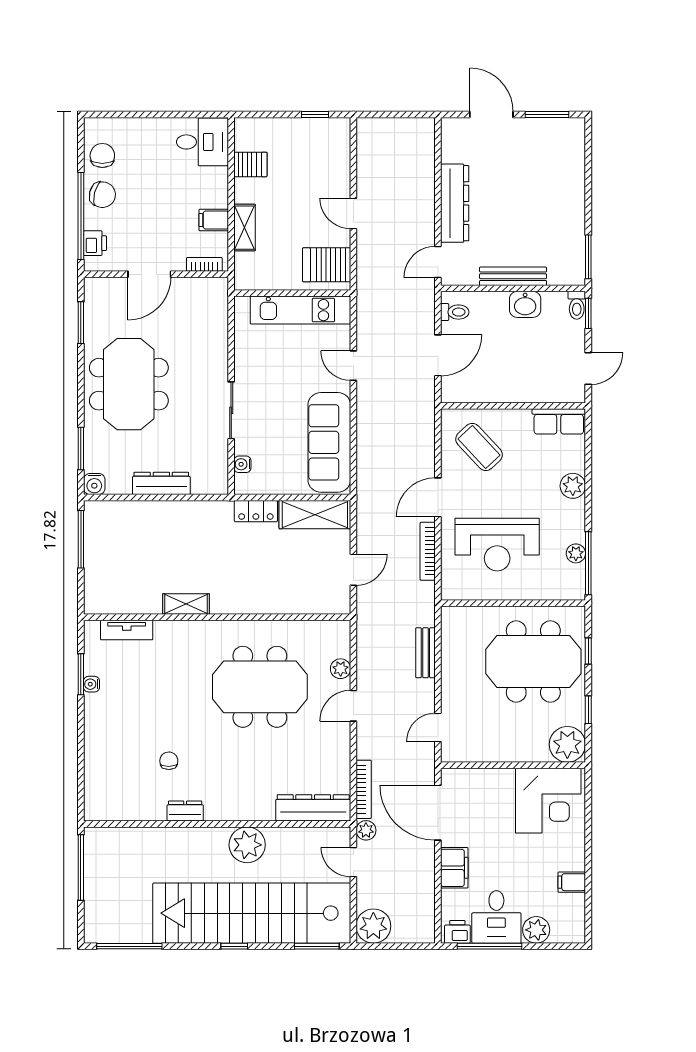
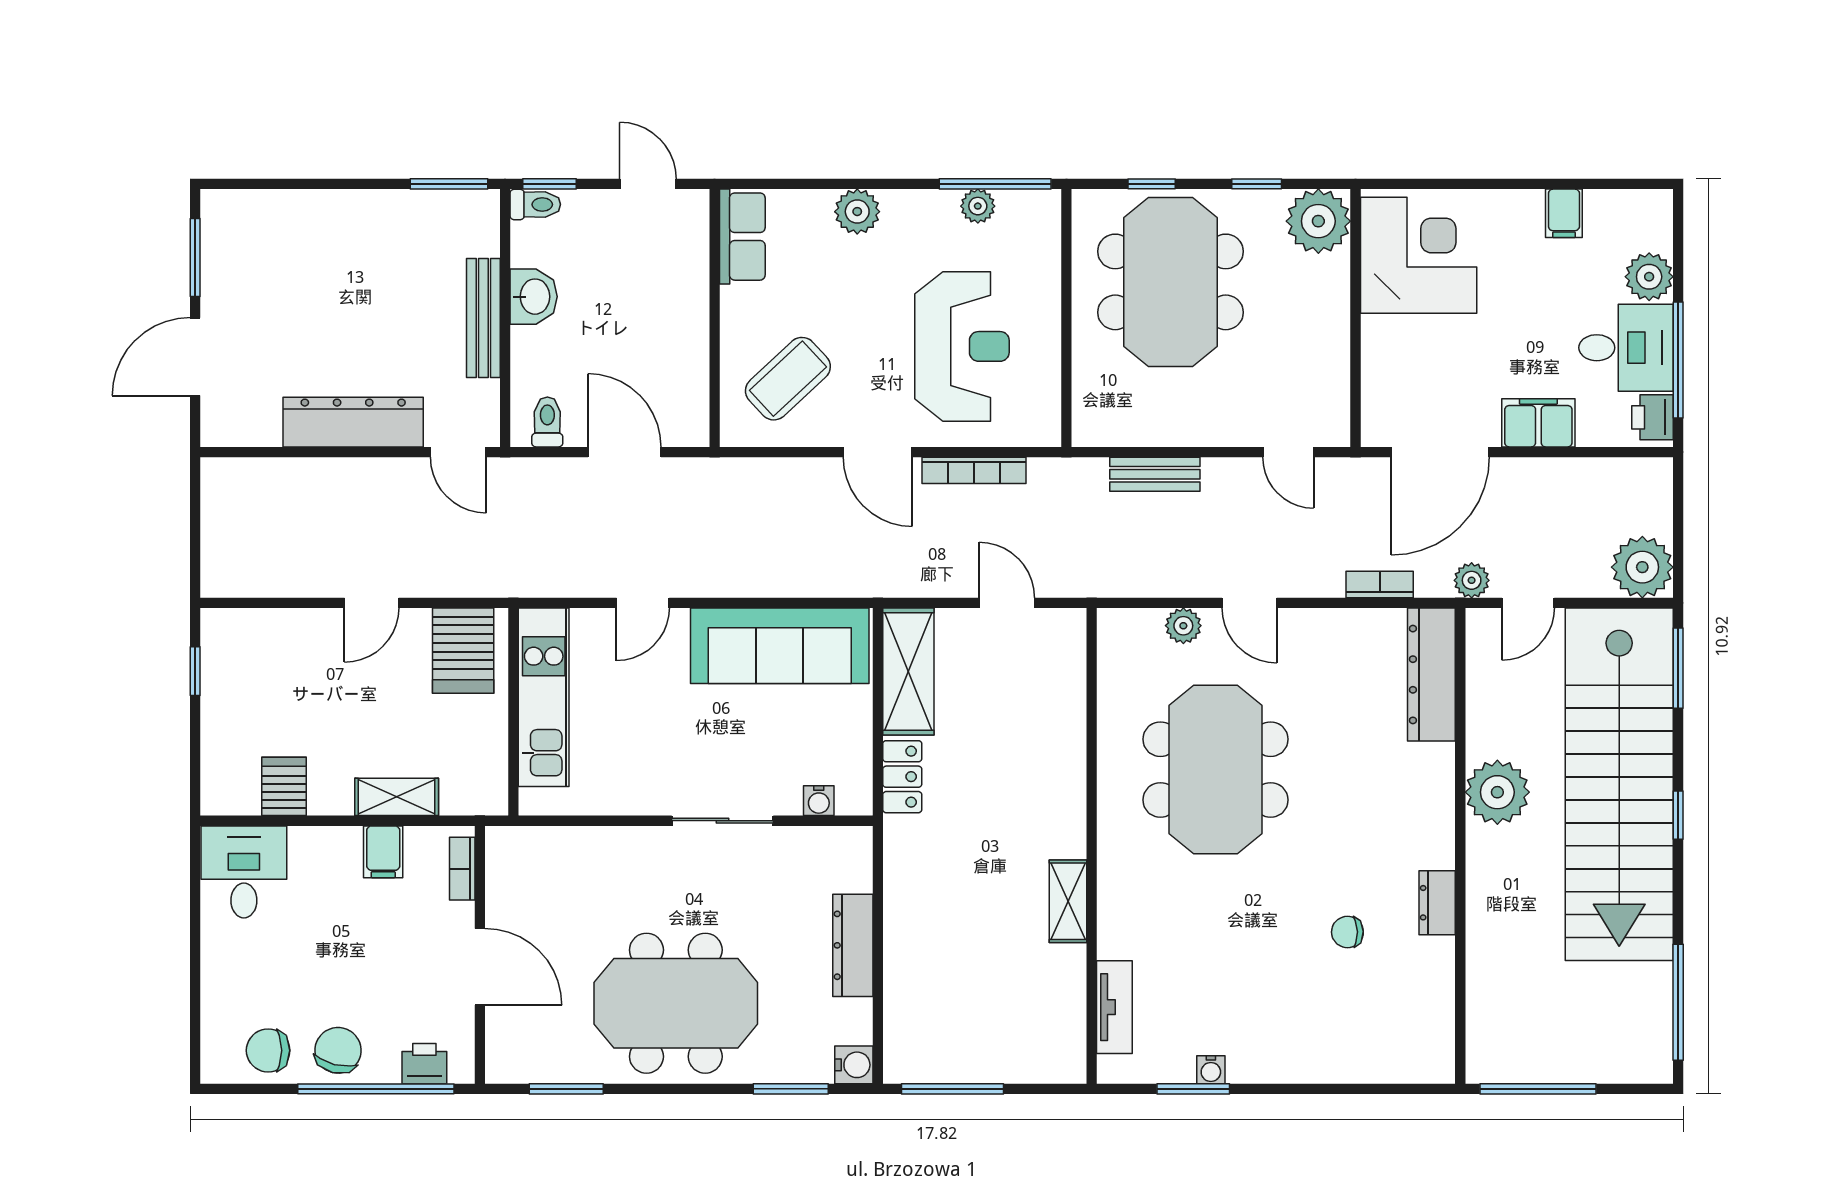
bookcase: (364, 789) -> (1380, 584), width x0.64

